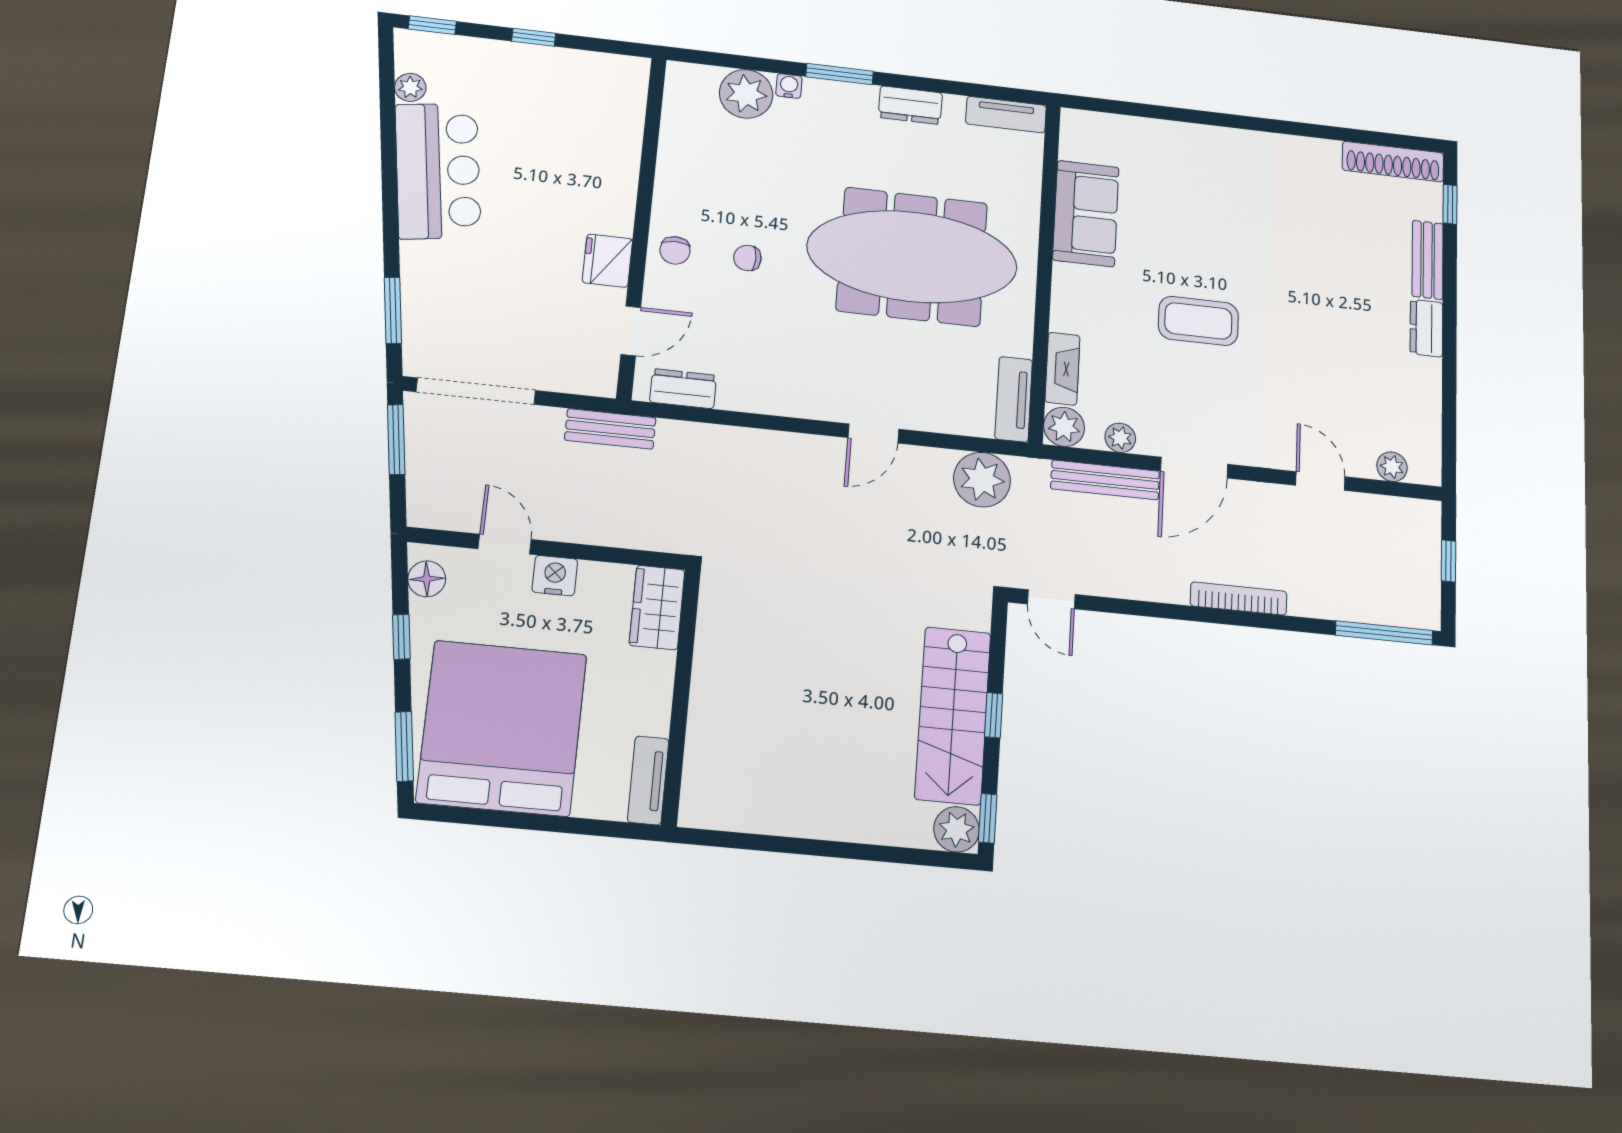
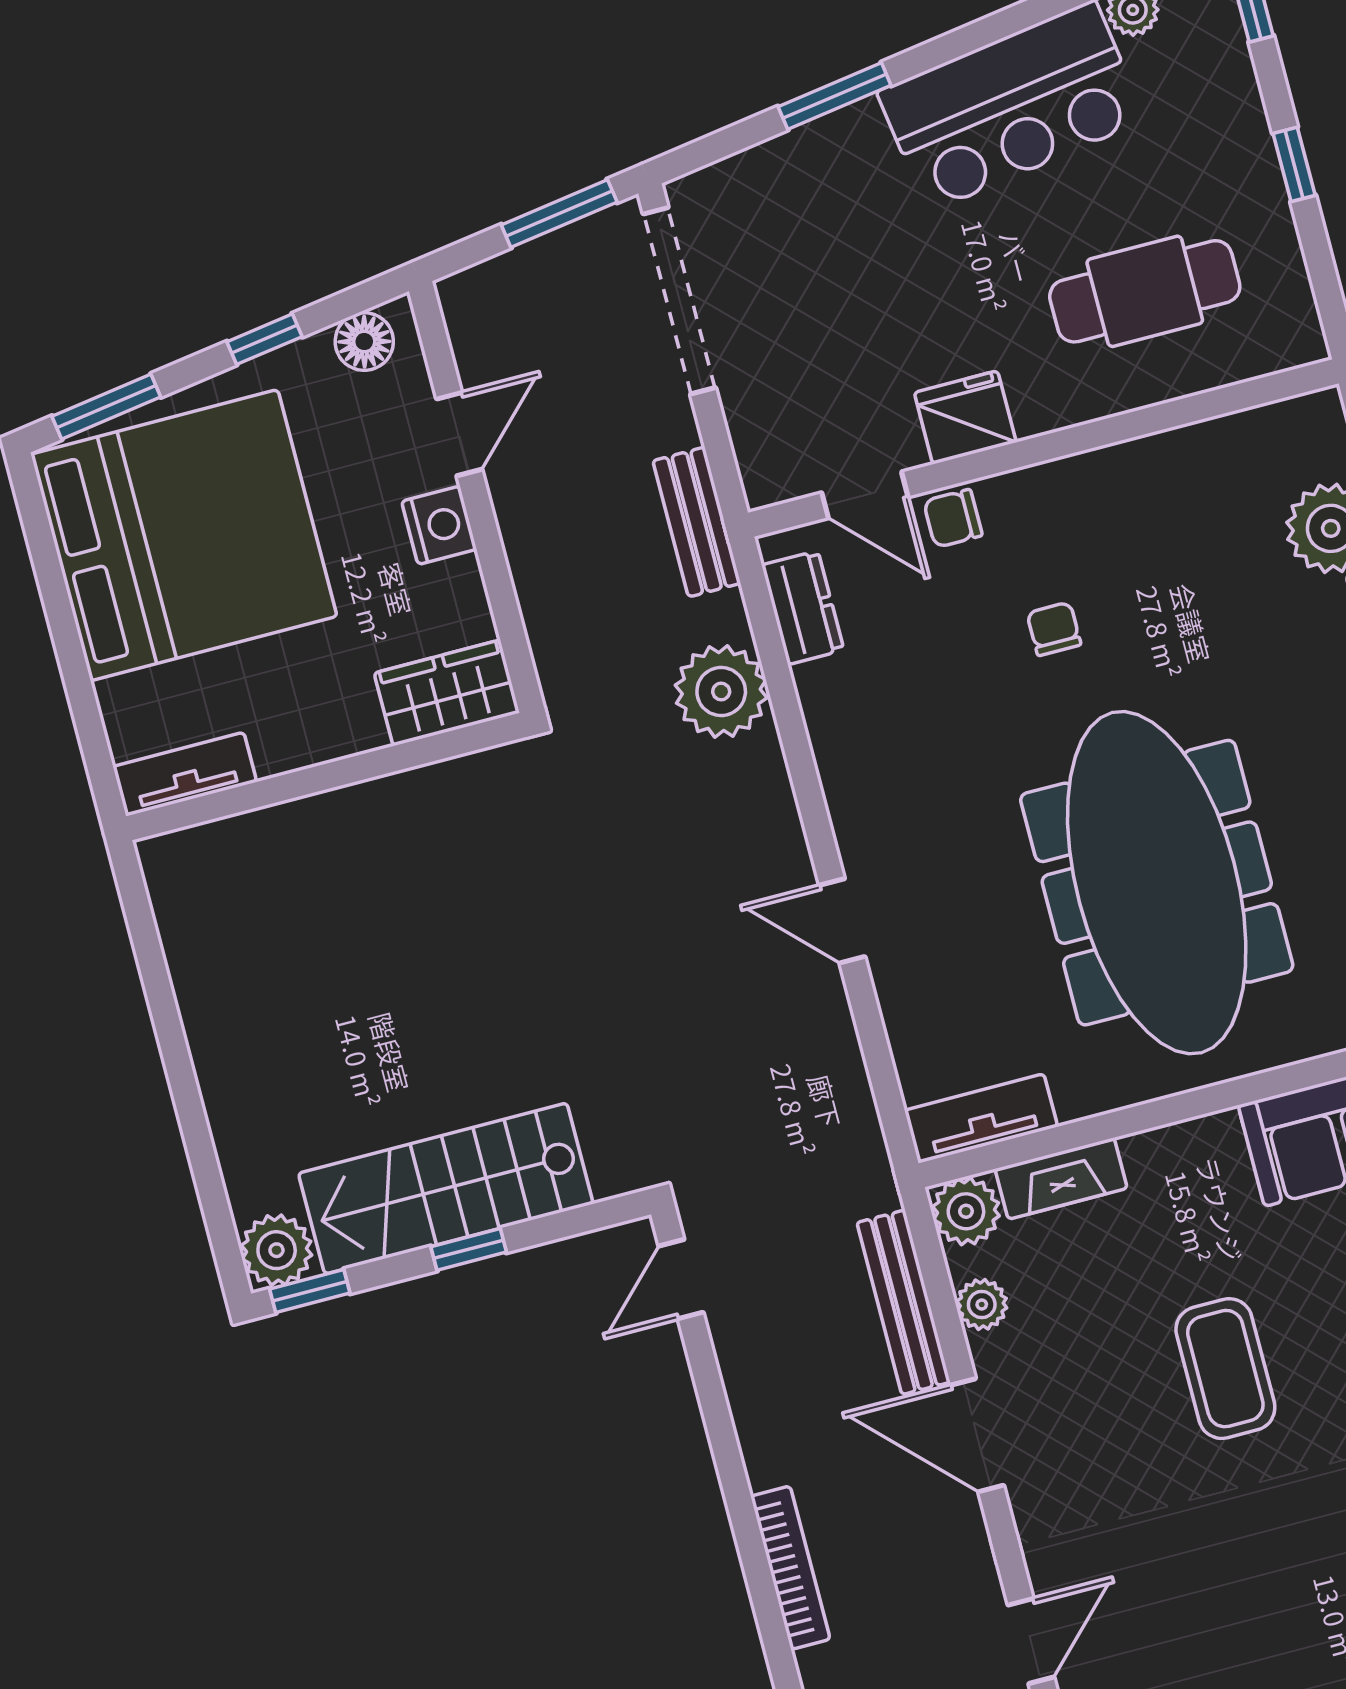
cafe table: (574, 140) -> (1145, 291), added
chair: (675, 250) -> (953, 518), moved
window: (393, 310) -> (835, 96), moved
plant: (982, 480) -> (721, 692), moved

